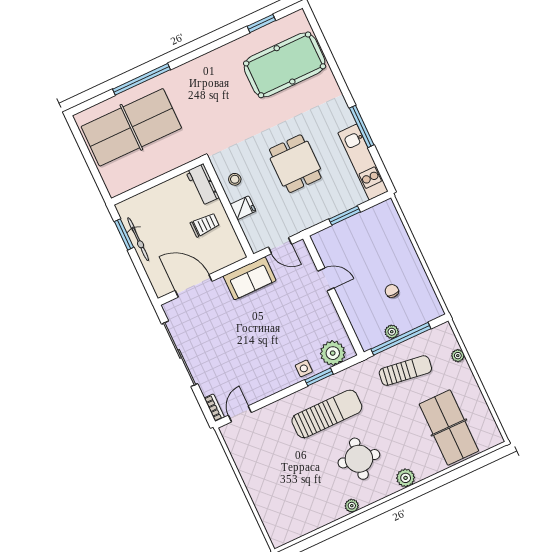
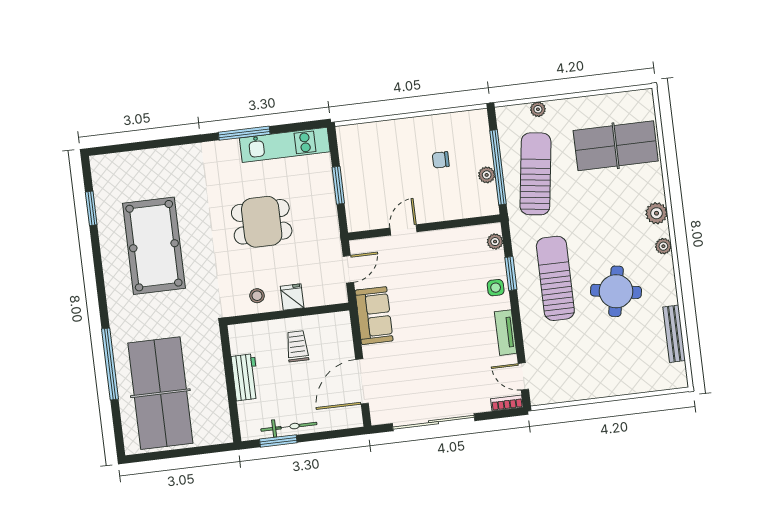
pool table: (285, 65) -> (154, 246), moved
workbench: (202, 185) -> (245, 377), moved, turned -90
plant: (333, 353) -> (495, 242), width x0.53, depth x0.53
sun lounger: (405, 371) -> (535, 174), width x1.36, depth x1.34
tv unit: (270, 388) -> (506, 333), added
round table: (359, 459) -> (616, 291), moved
plant: (352, 506) -> (663, 246), moved
bench: (314, 524) -> (674, 334), added

